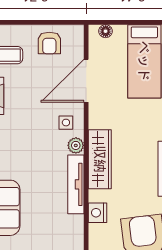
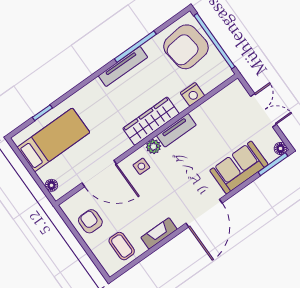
armchair: (49, 43) -> (90, 221), turned -90
tv unit: (76, 184) -> (176, 130), width x0.71

